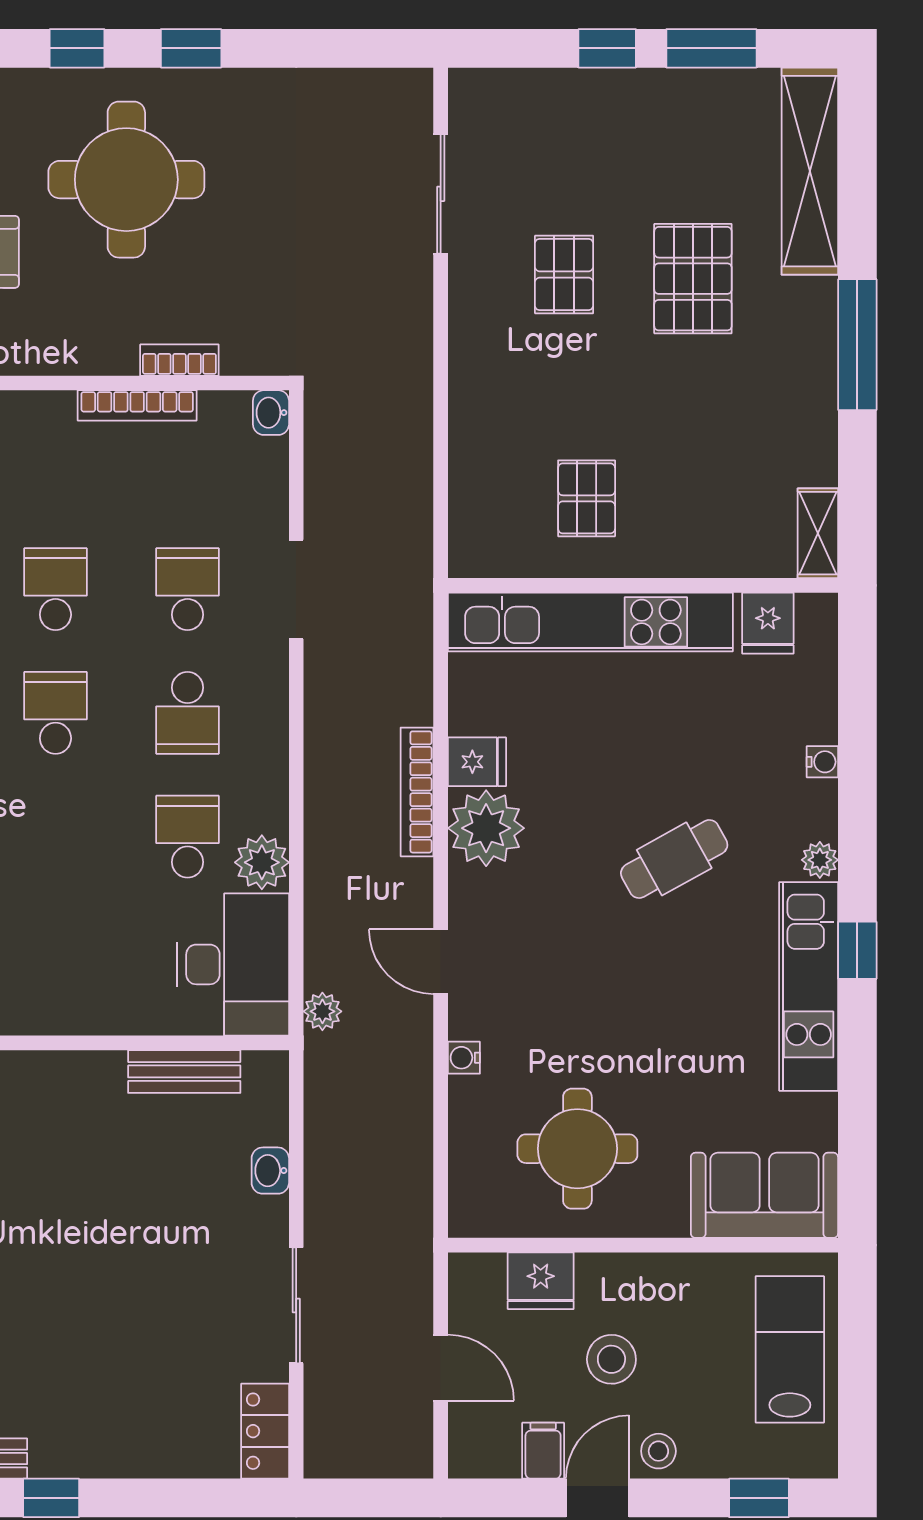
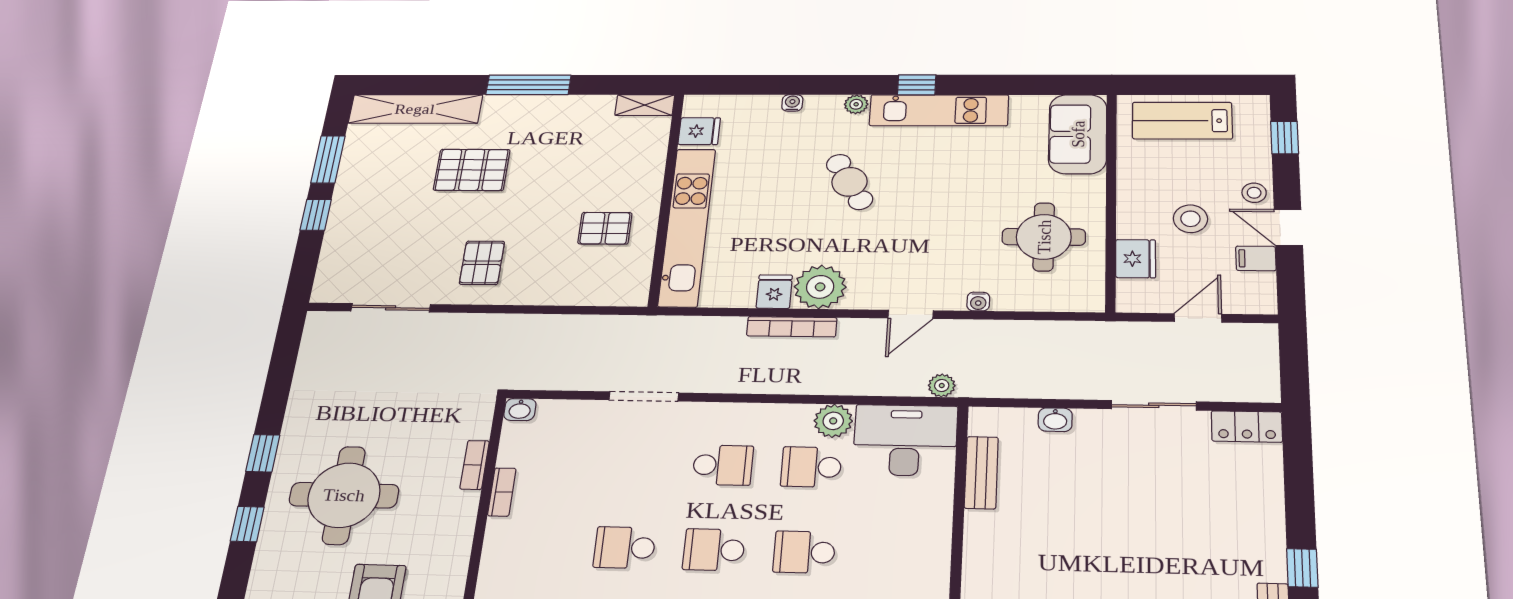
pallet: (564, 274) -> (482, 263), moved, turned 90
bookcase: (137, 405) -> (502, 492), width x0.64
school desk: (188, 589) -> (804, 552), moved

